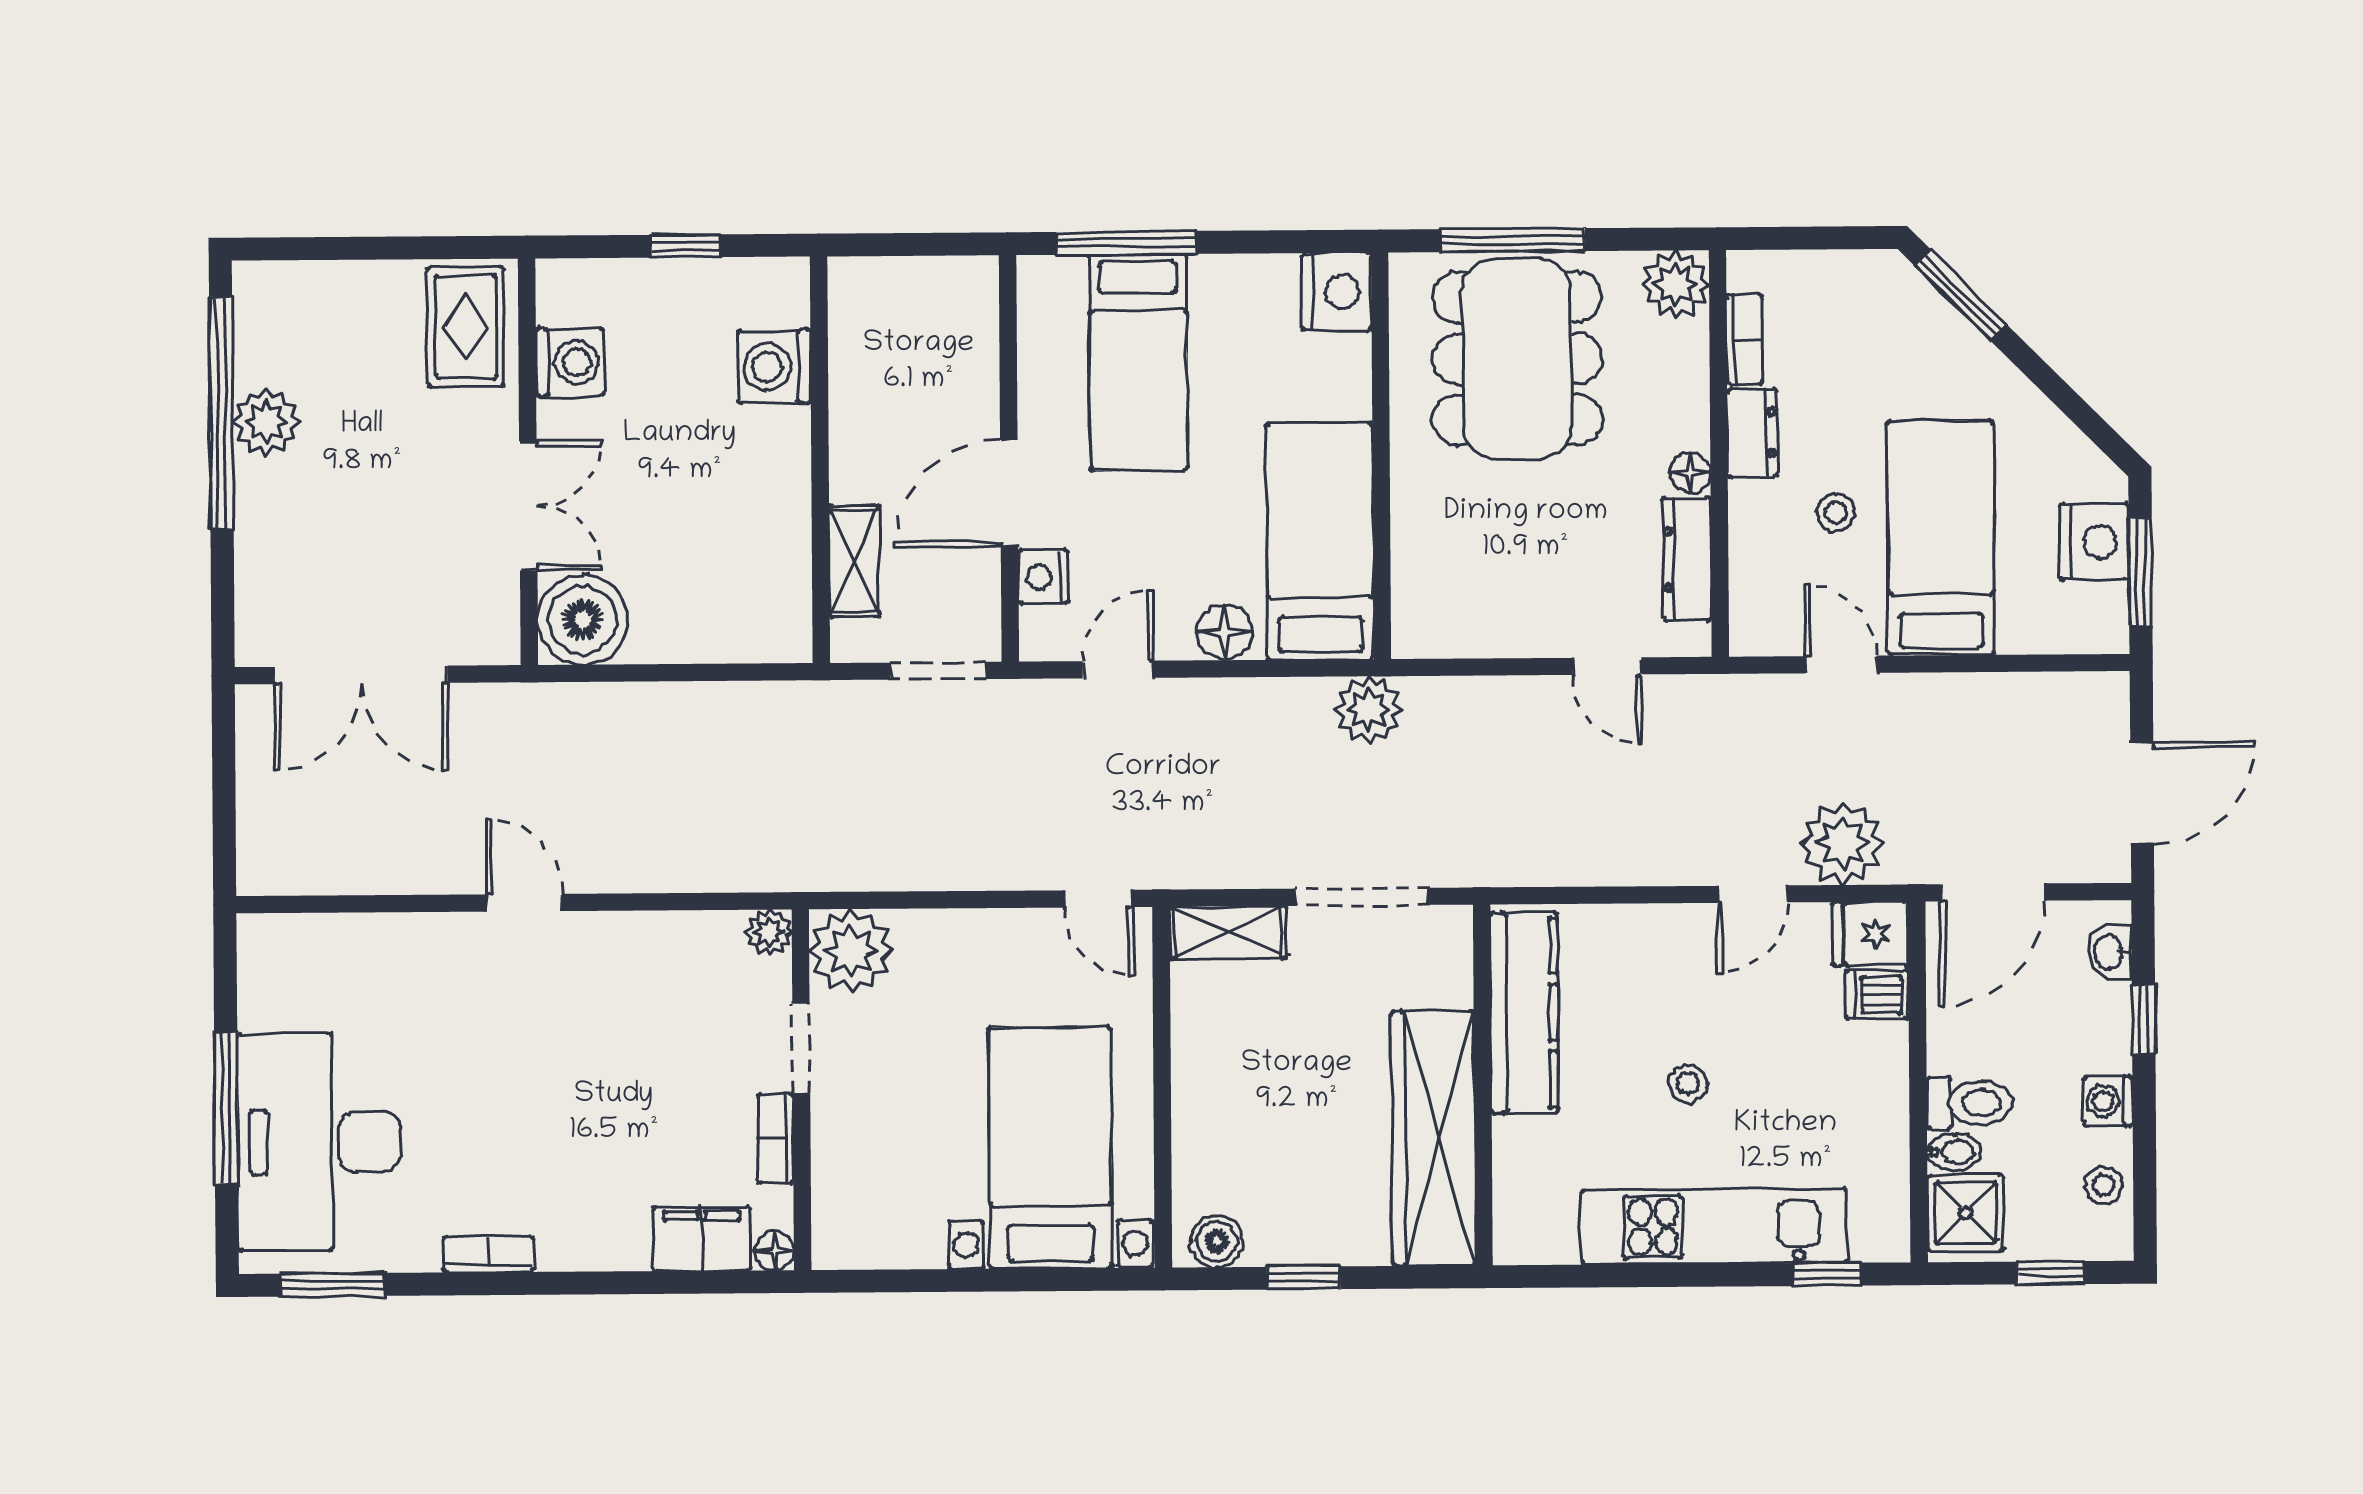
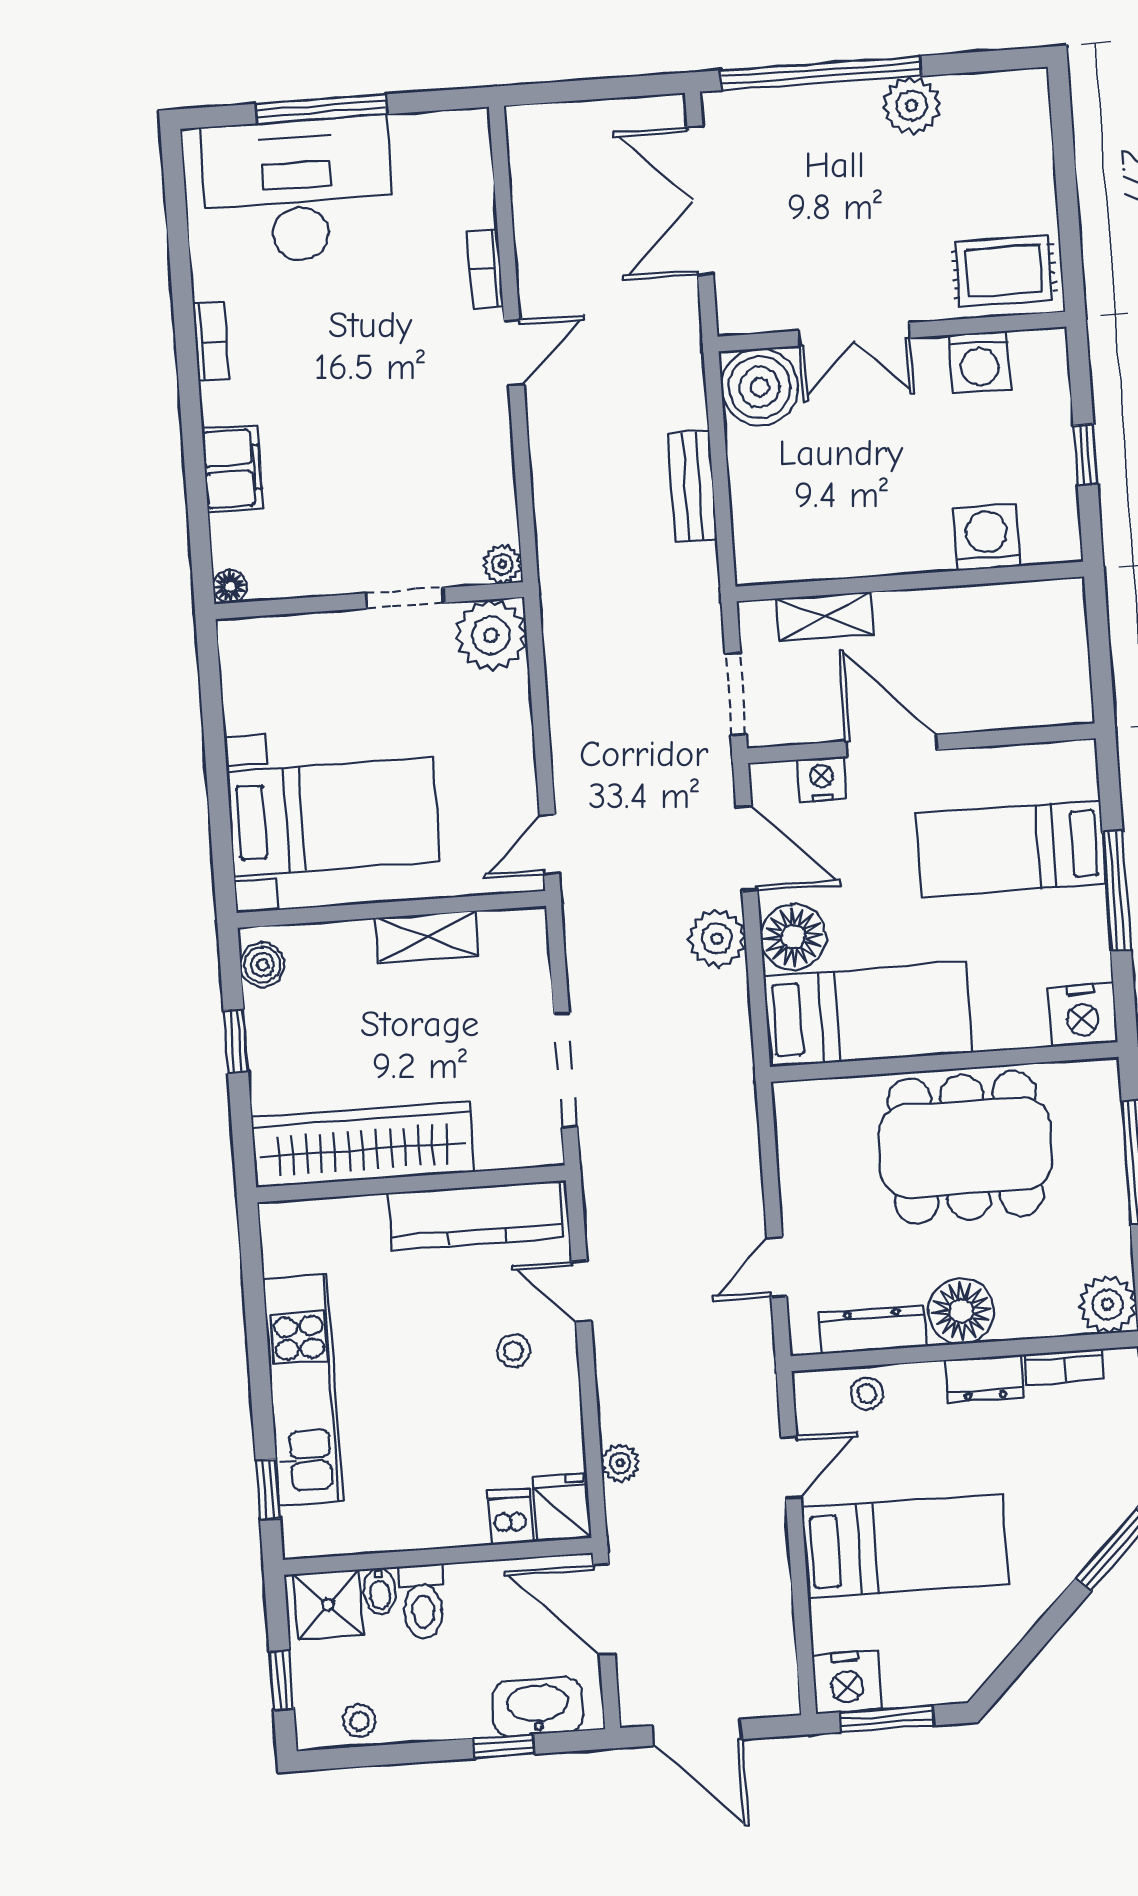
window: (1126, 243) -> (1117, 891), moved
dining table: (1517, 358) -> (965, 1147), moved
window: (221, 413) -> (821, 73), moved
floor lamp: (1690, 473) -> (961, 1311), width x1.89, depth x1.89
stool: (1836, 513) -> (867, 1394), moved
nightstand: (2094, 542) -> (847, 1682), moved
floor lamp: (1224, 632) -> (793, 937), width x1.38, depth x1.38
door: (1118, 670) -> (747, 849), width x1.37
bench: (693, 705) -> (692, 486), added
plant: (1368, 710) -> (717, 938), moved
plant: (1842, 843) -> (620, 1463), width x0.53, depth x0.53
door: (1752, 894) -> (581, 1291), moved
shelving: (1228, 932) -> (427, 937), moved, turned 90
washbasin: (2110, 952) -> (537, 1707), width x1.91, depth x1.45
stool: (1688, 1084) -> (514, 1351), moved
washing machine: (2108, 1101) -> (432, 1720), removed
bookcase: (775, 1139) -> (485, 269), moved, turned -90
filing cabinet: (702, 1238) -> (232, 469), moved
window: (333, 1285) -> (176, 210), removed

